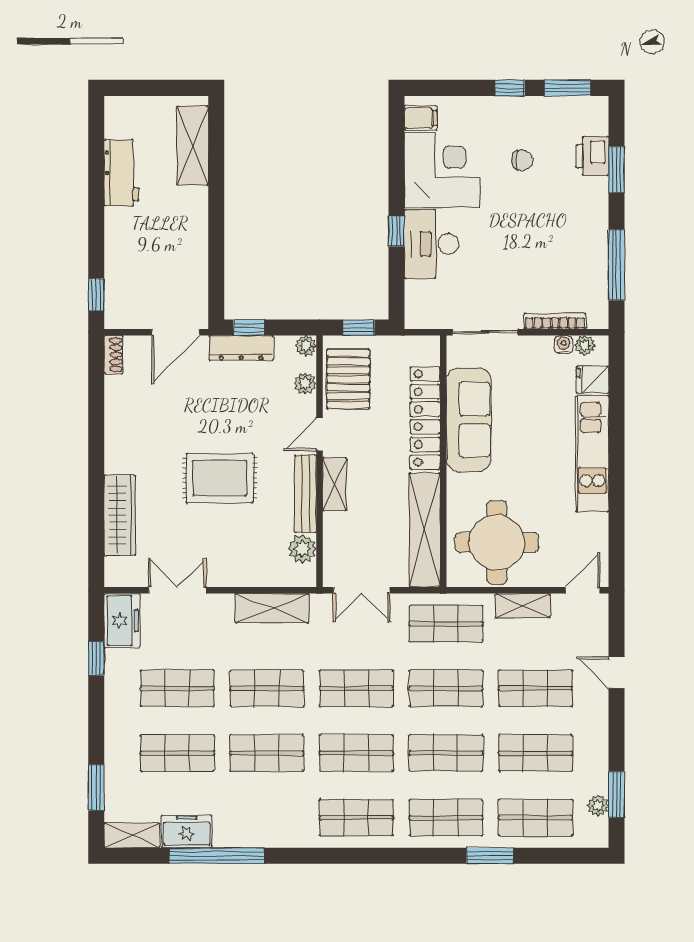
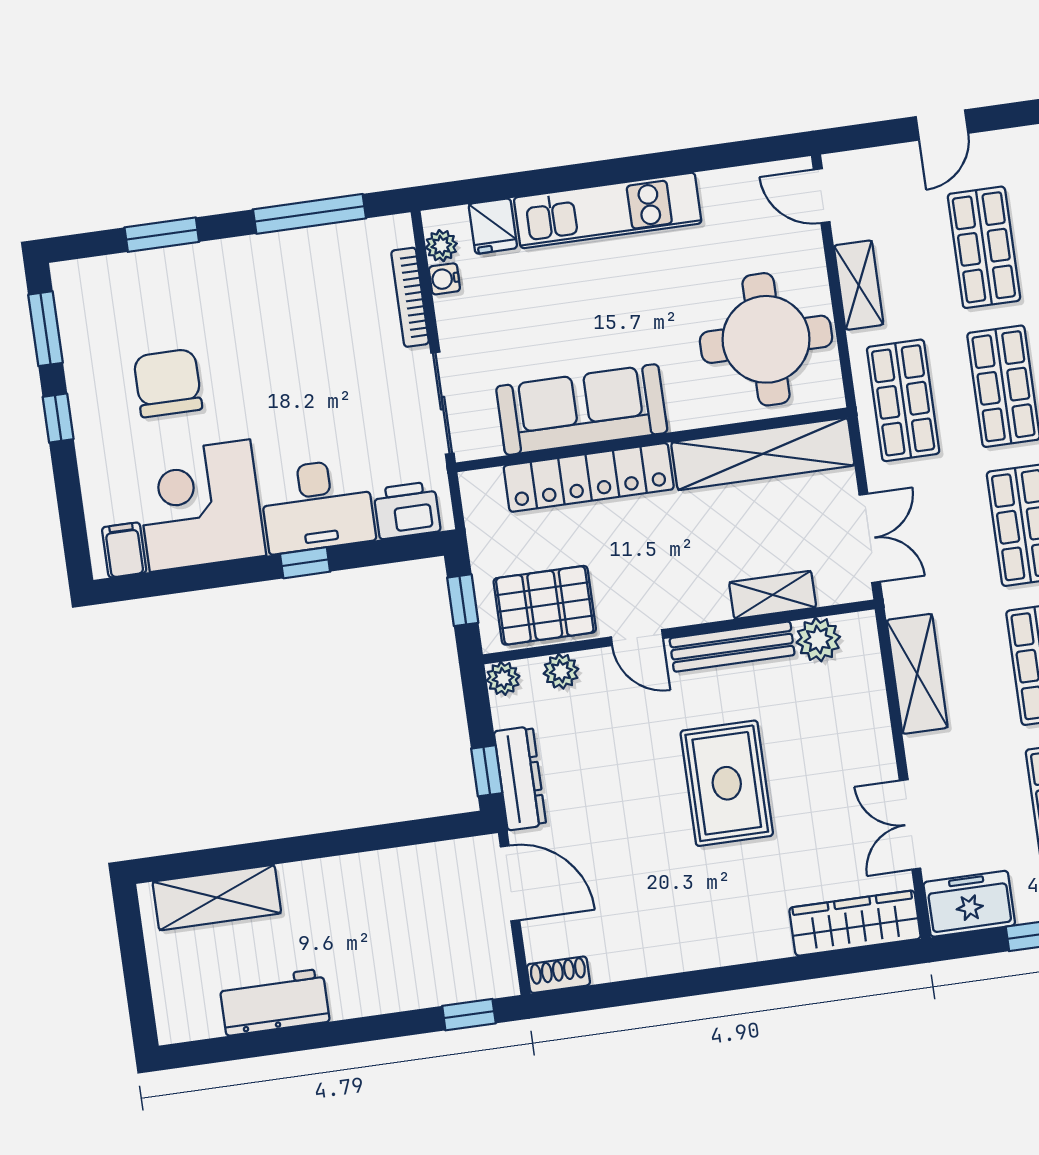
printer: (592, 156) -> (407, 510), moved, turned 180
chair: (522, 160) -> (168, 383), width x1.87, depth x1.87
shelving: (335, 484) -> (773, 595), moved
wardrobe: (120, 515) -> (855, 923), moved

